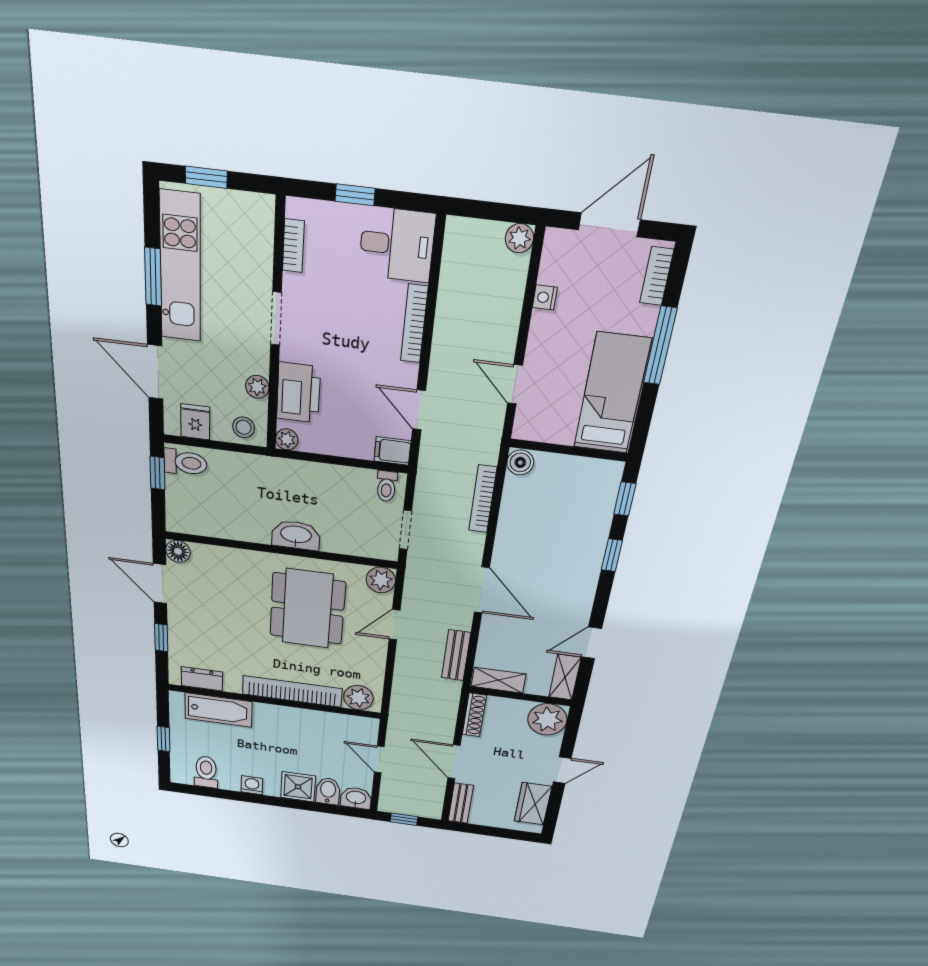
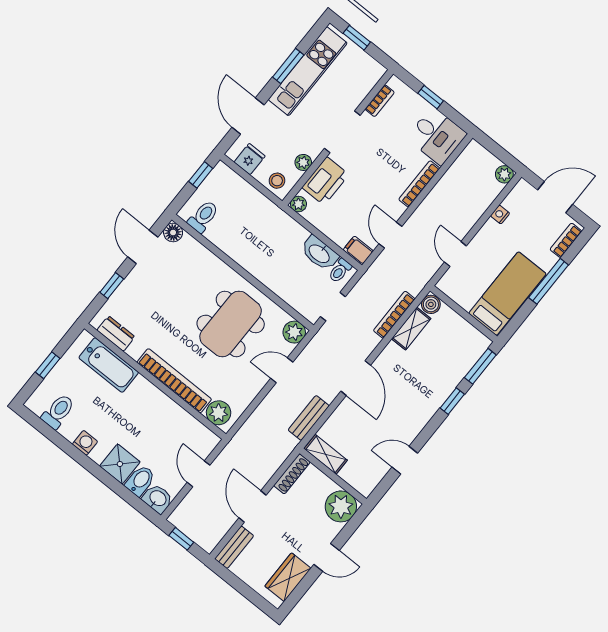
doorway: (276, 319) -> (342, 132), width x1.38
toilet: (185, 463) -> (203, 217), moved, turned -90
window: (625, 499) -> (480, 366), width x1.50
washbasin: (296, 535) -> (320, 253), moved, turned 180
shelving: (565, 677) -> (411, 329), moved

